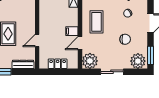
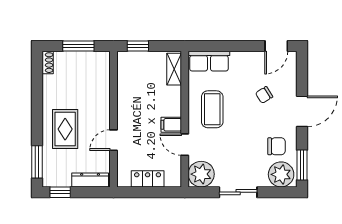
chair: (125, 39) -> (277, 146), moved
door: (80, 43) -> (185, 145), hinge flipped

